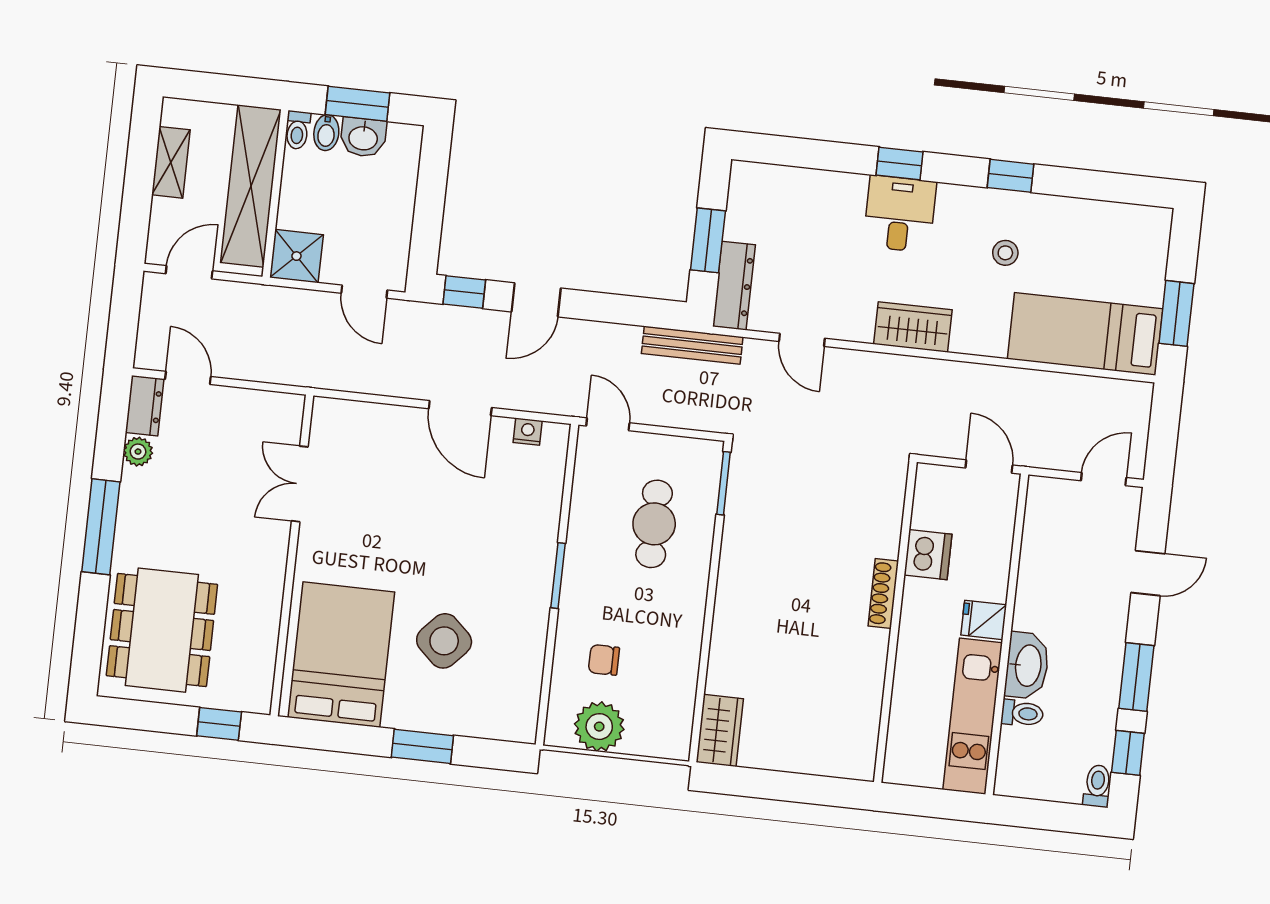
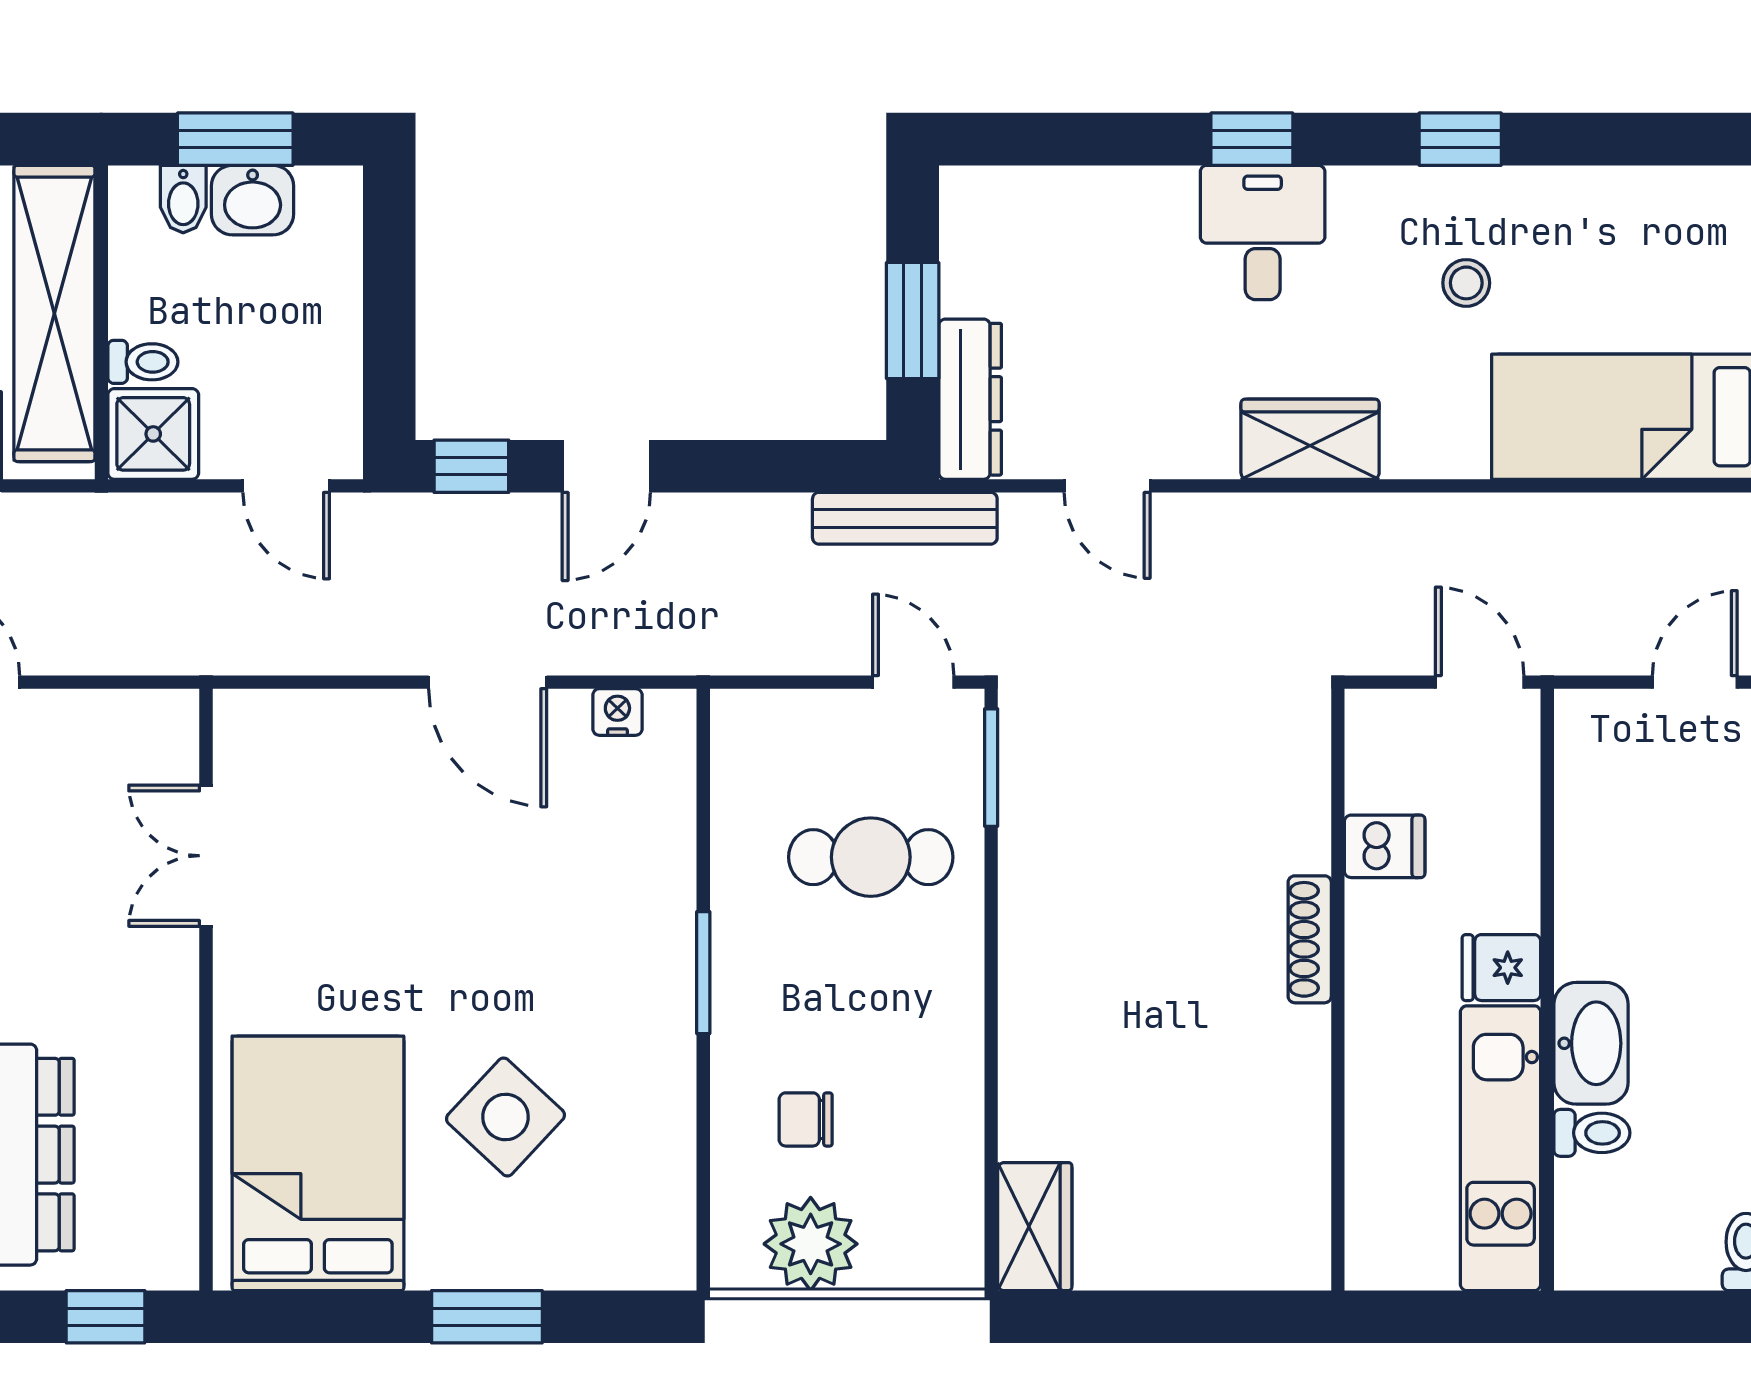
toilet: (297, 130) -> (143, 362), moved, turned -90
door: (608, 424) -> (913, 682), moved
cafe table: (654, 524) -> (871, 857), turned 90
dishwasher: (928, 555) -> (1385, 846), width x0.73

